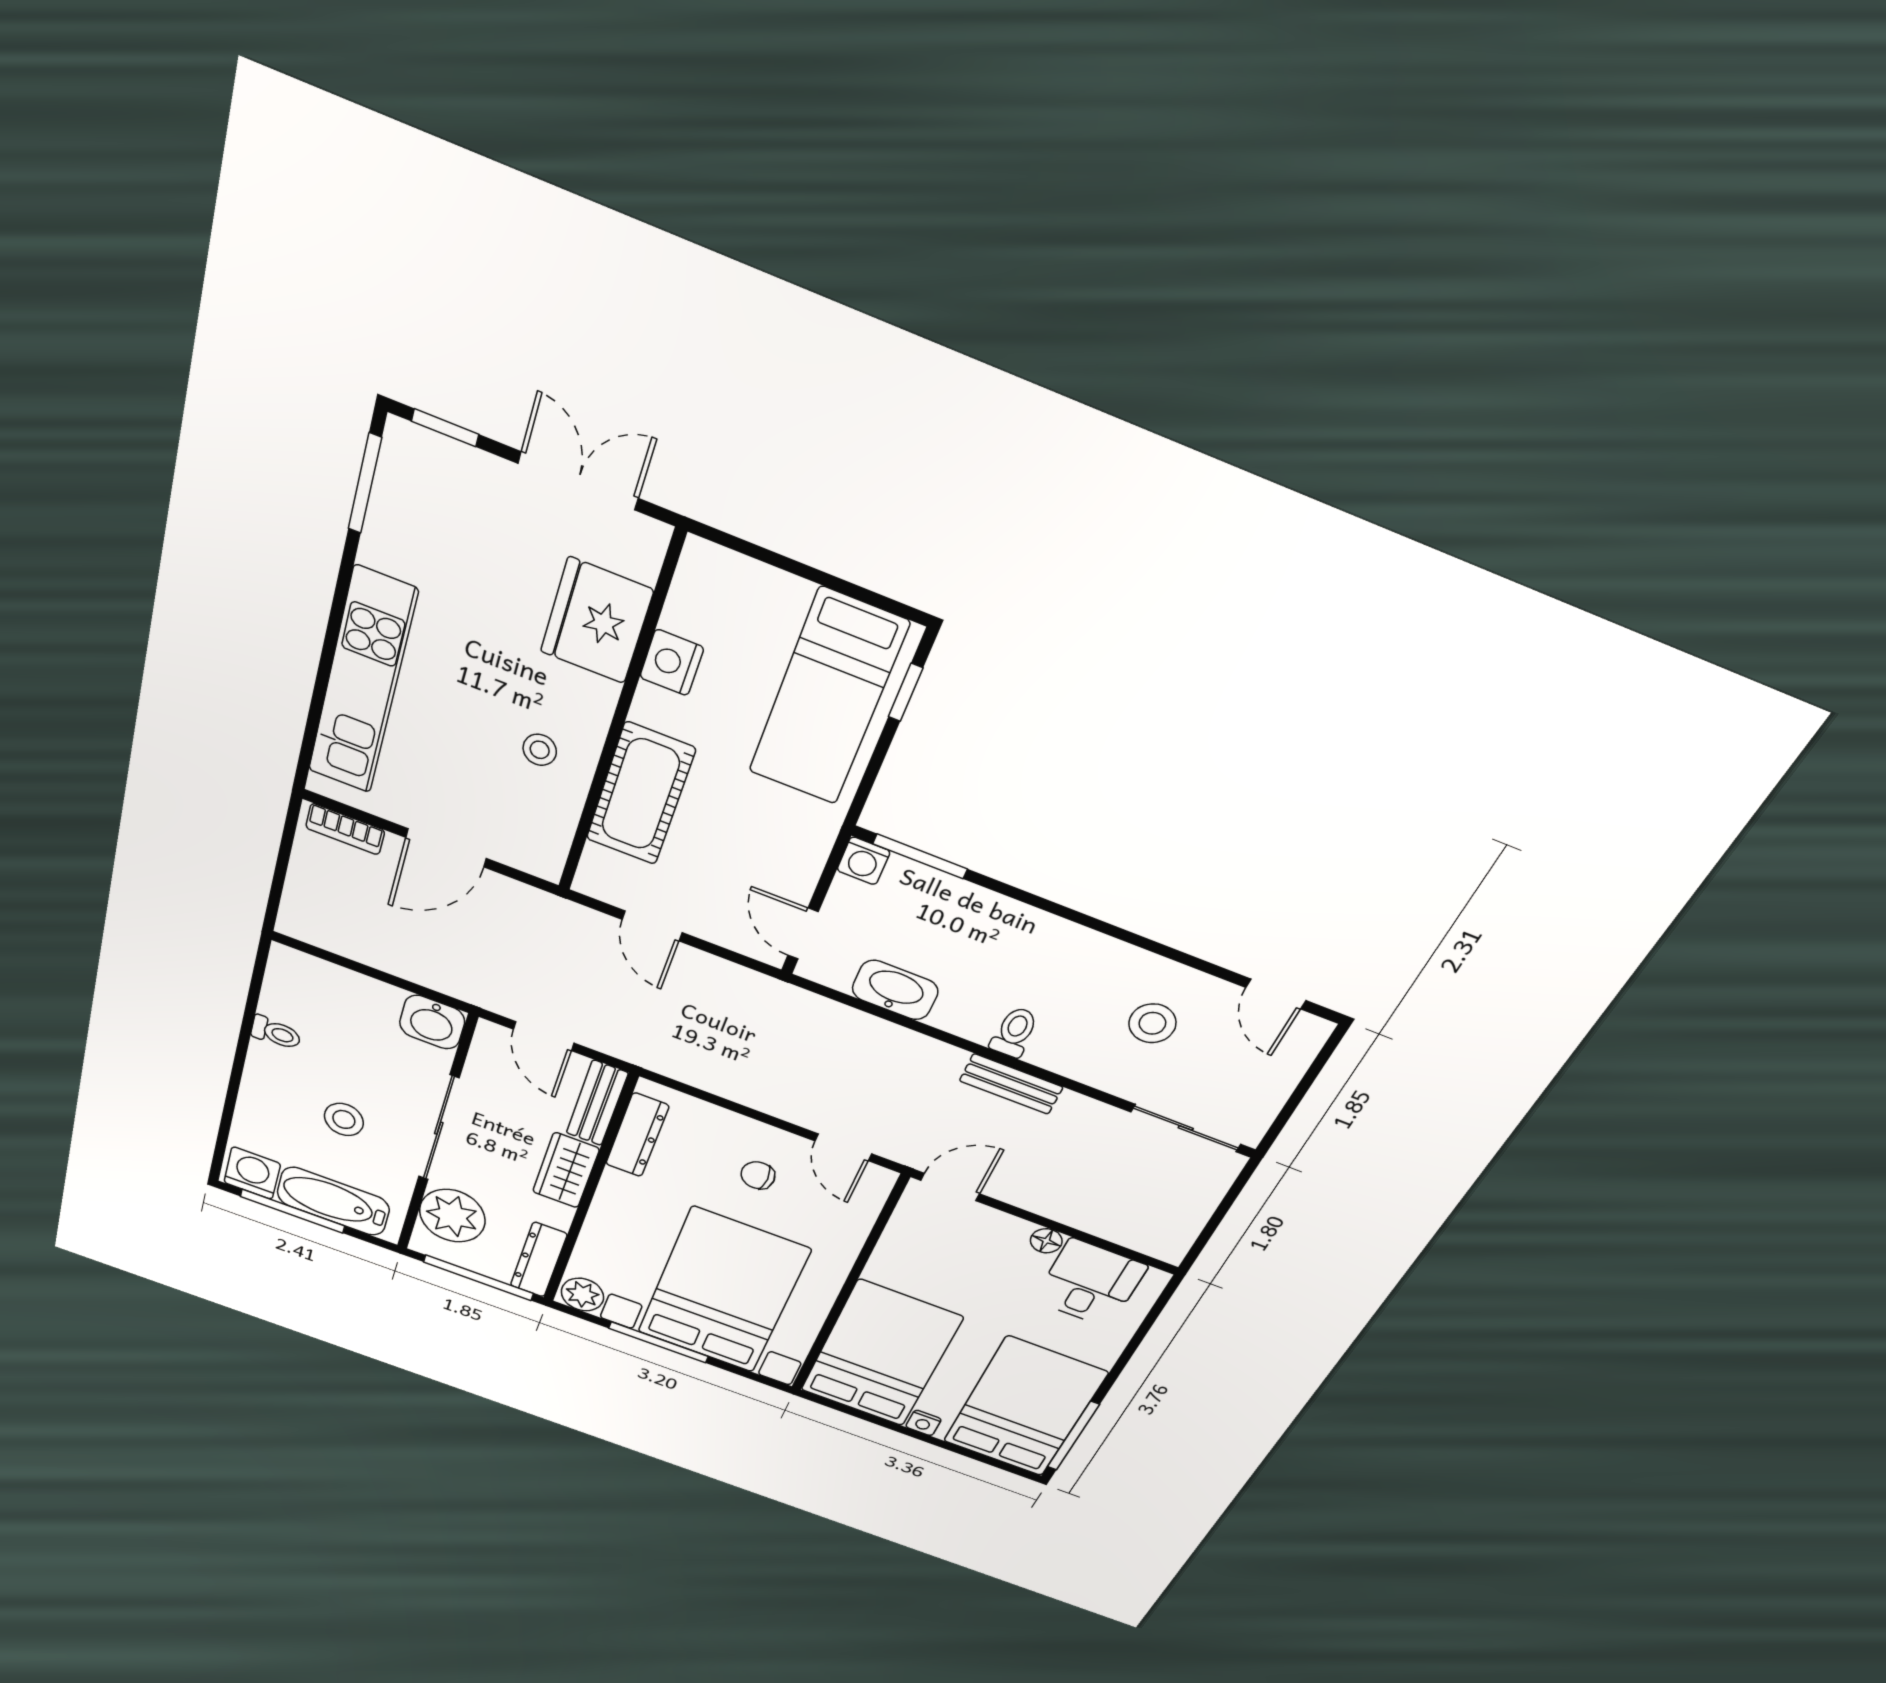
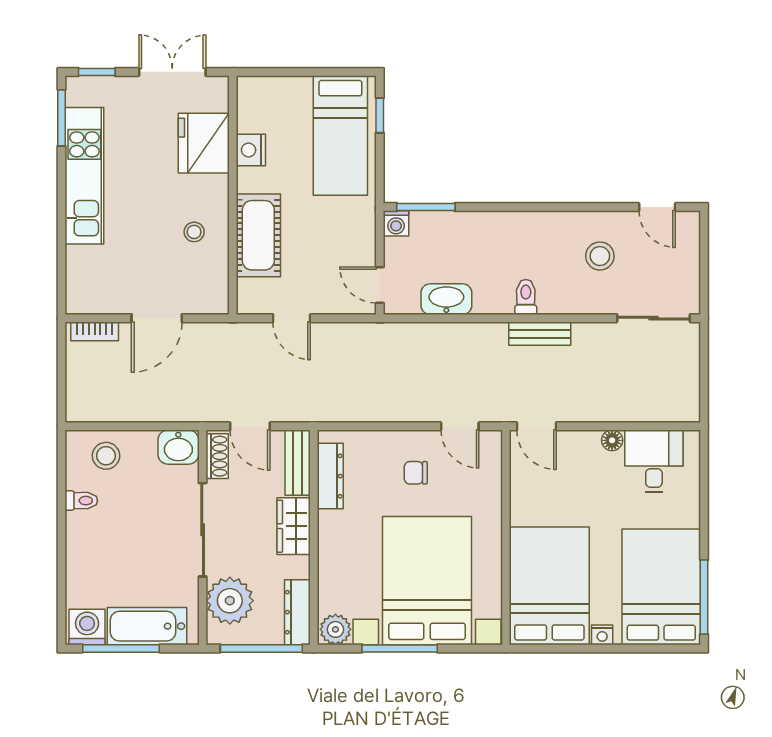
kitchen unit: (362, 682) -> (84, 176), moved
shoe rack: (485, 1053) -> (217, 456), added
stool: (344, 1119) -> (106, 456), moved
door: (950, 1187) -> (536, 426), swing flipped

